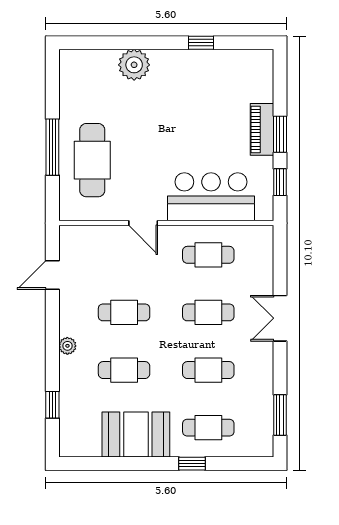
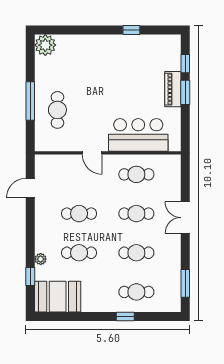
plant: (134, 65) -> (45, 45), moved
cafe table: (92, 160) -> (57, 110), width x0.73, depth x0.74
window: (280, 182) -> (185, 64), moved
plant: (67, 346) -> (41, 259), moved
booth: (136, 435) -> (58, 297), moved

